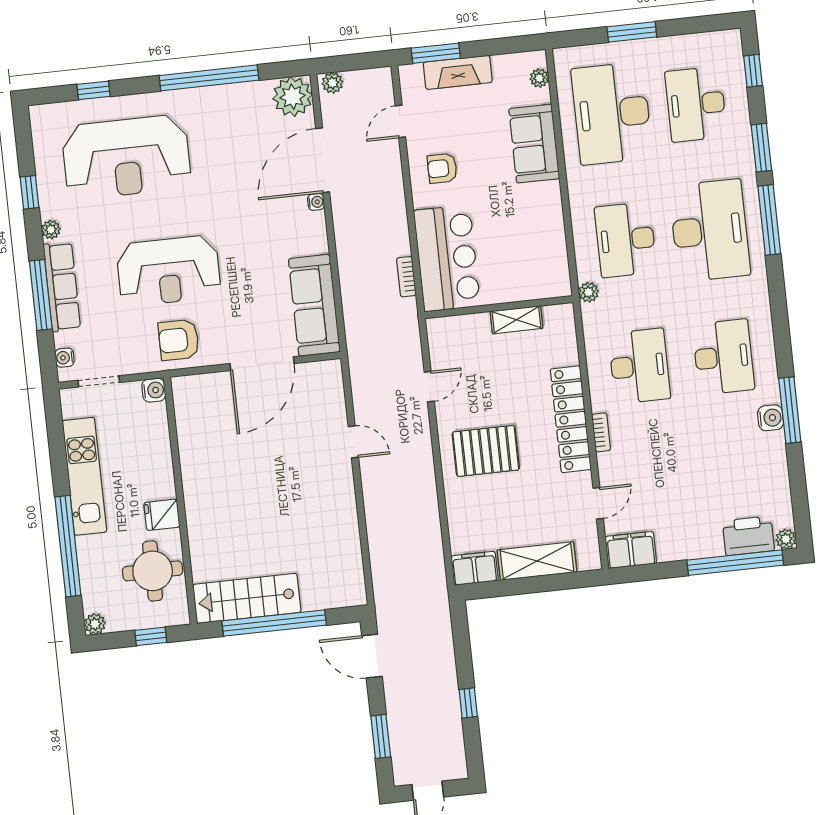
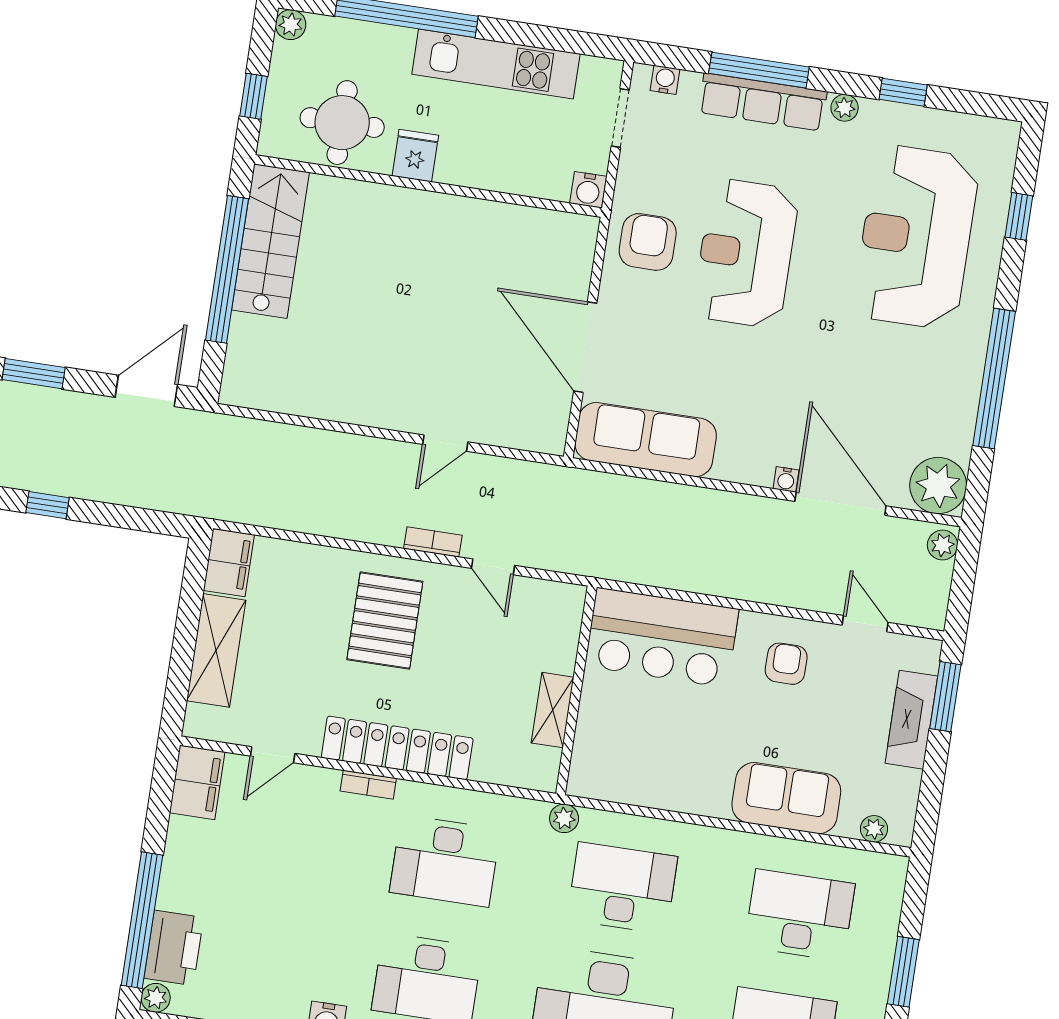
desk: (612, 113) -> (800, 915), width x0.73, depth x0.77
bookcase: (406, 277) -> (433, 542), moved
door: (598, 503) -> (273, 755), hinge flipped

